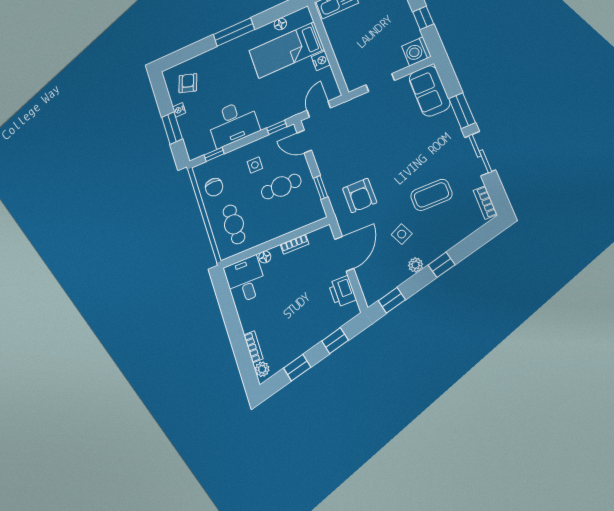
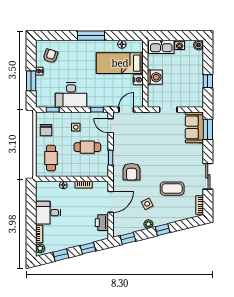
washing machine: (416, 51) -> (155, 77), moved, turned 180
window: (462, 111) -> (208, 129), moved
desk: (245, 280) -> (48, 213), moved, turned -90

